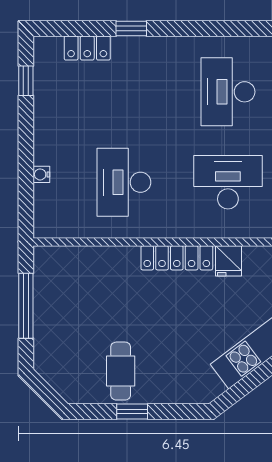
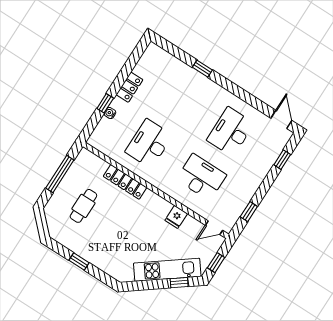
locker: (87, 48) -> (129, 87), moved, turned -90
window: (26, 81) -> (105, 103), moved
locker: (177, 258) -> (125, 182), moved
cafe table: (121, 371) -> (83, 206), moved

